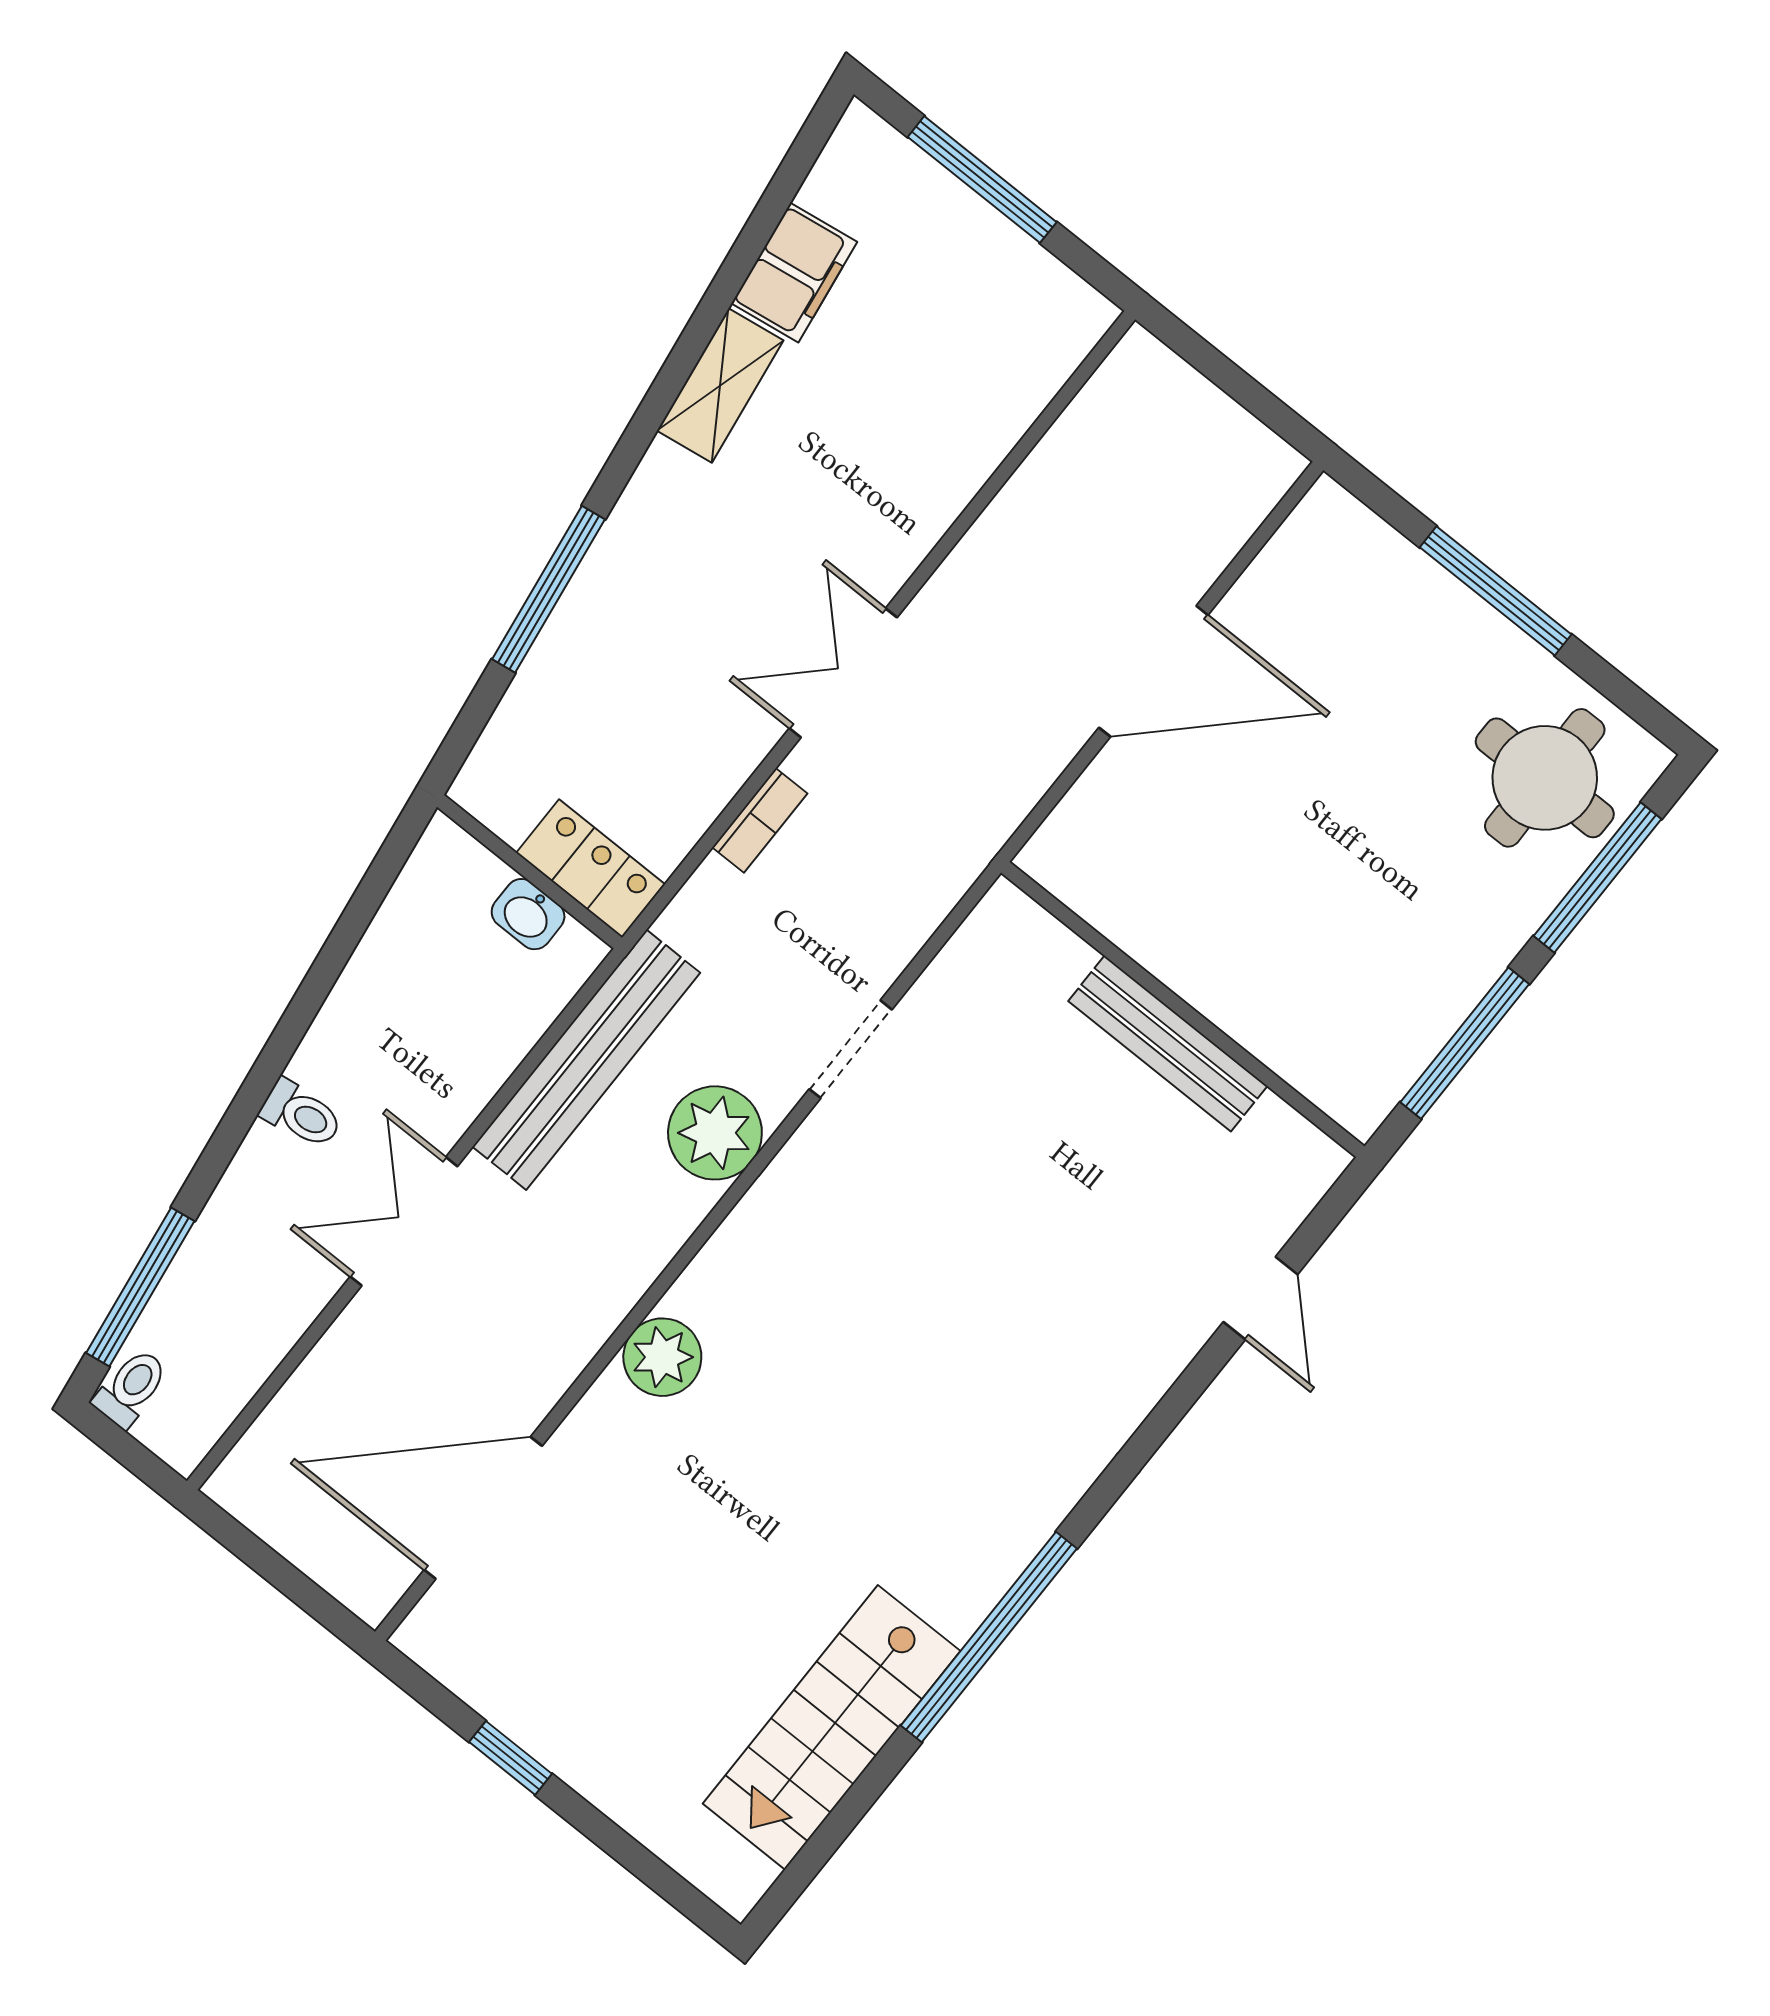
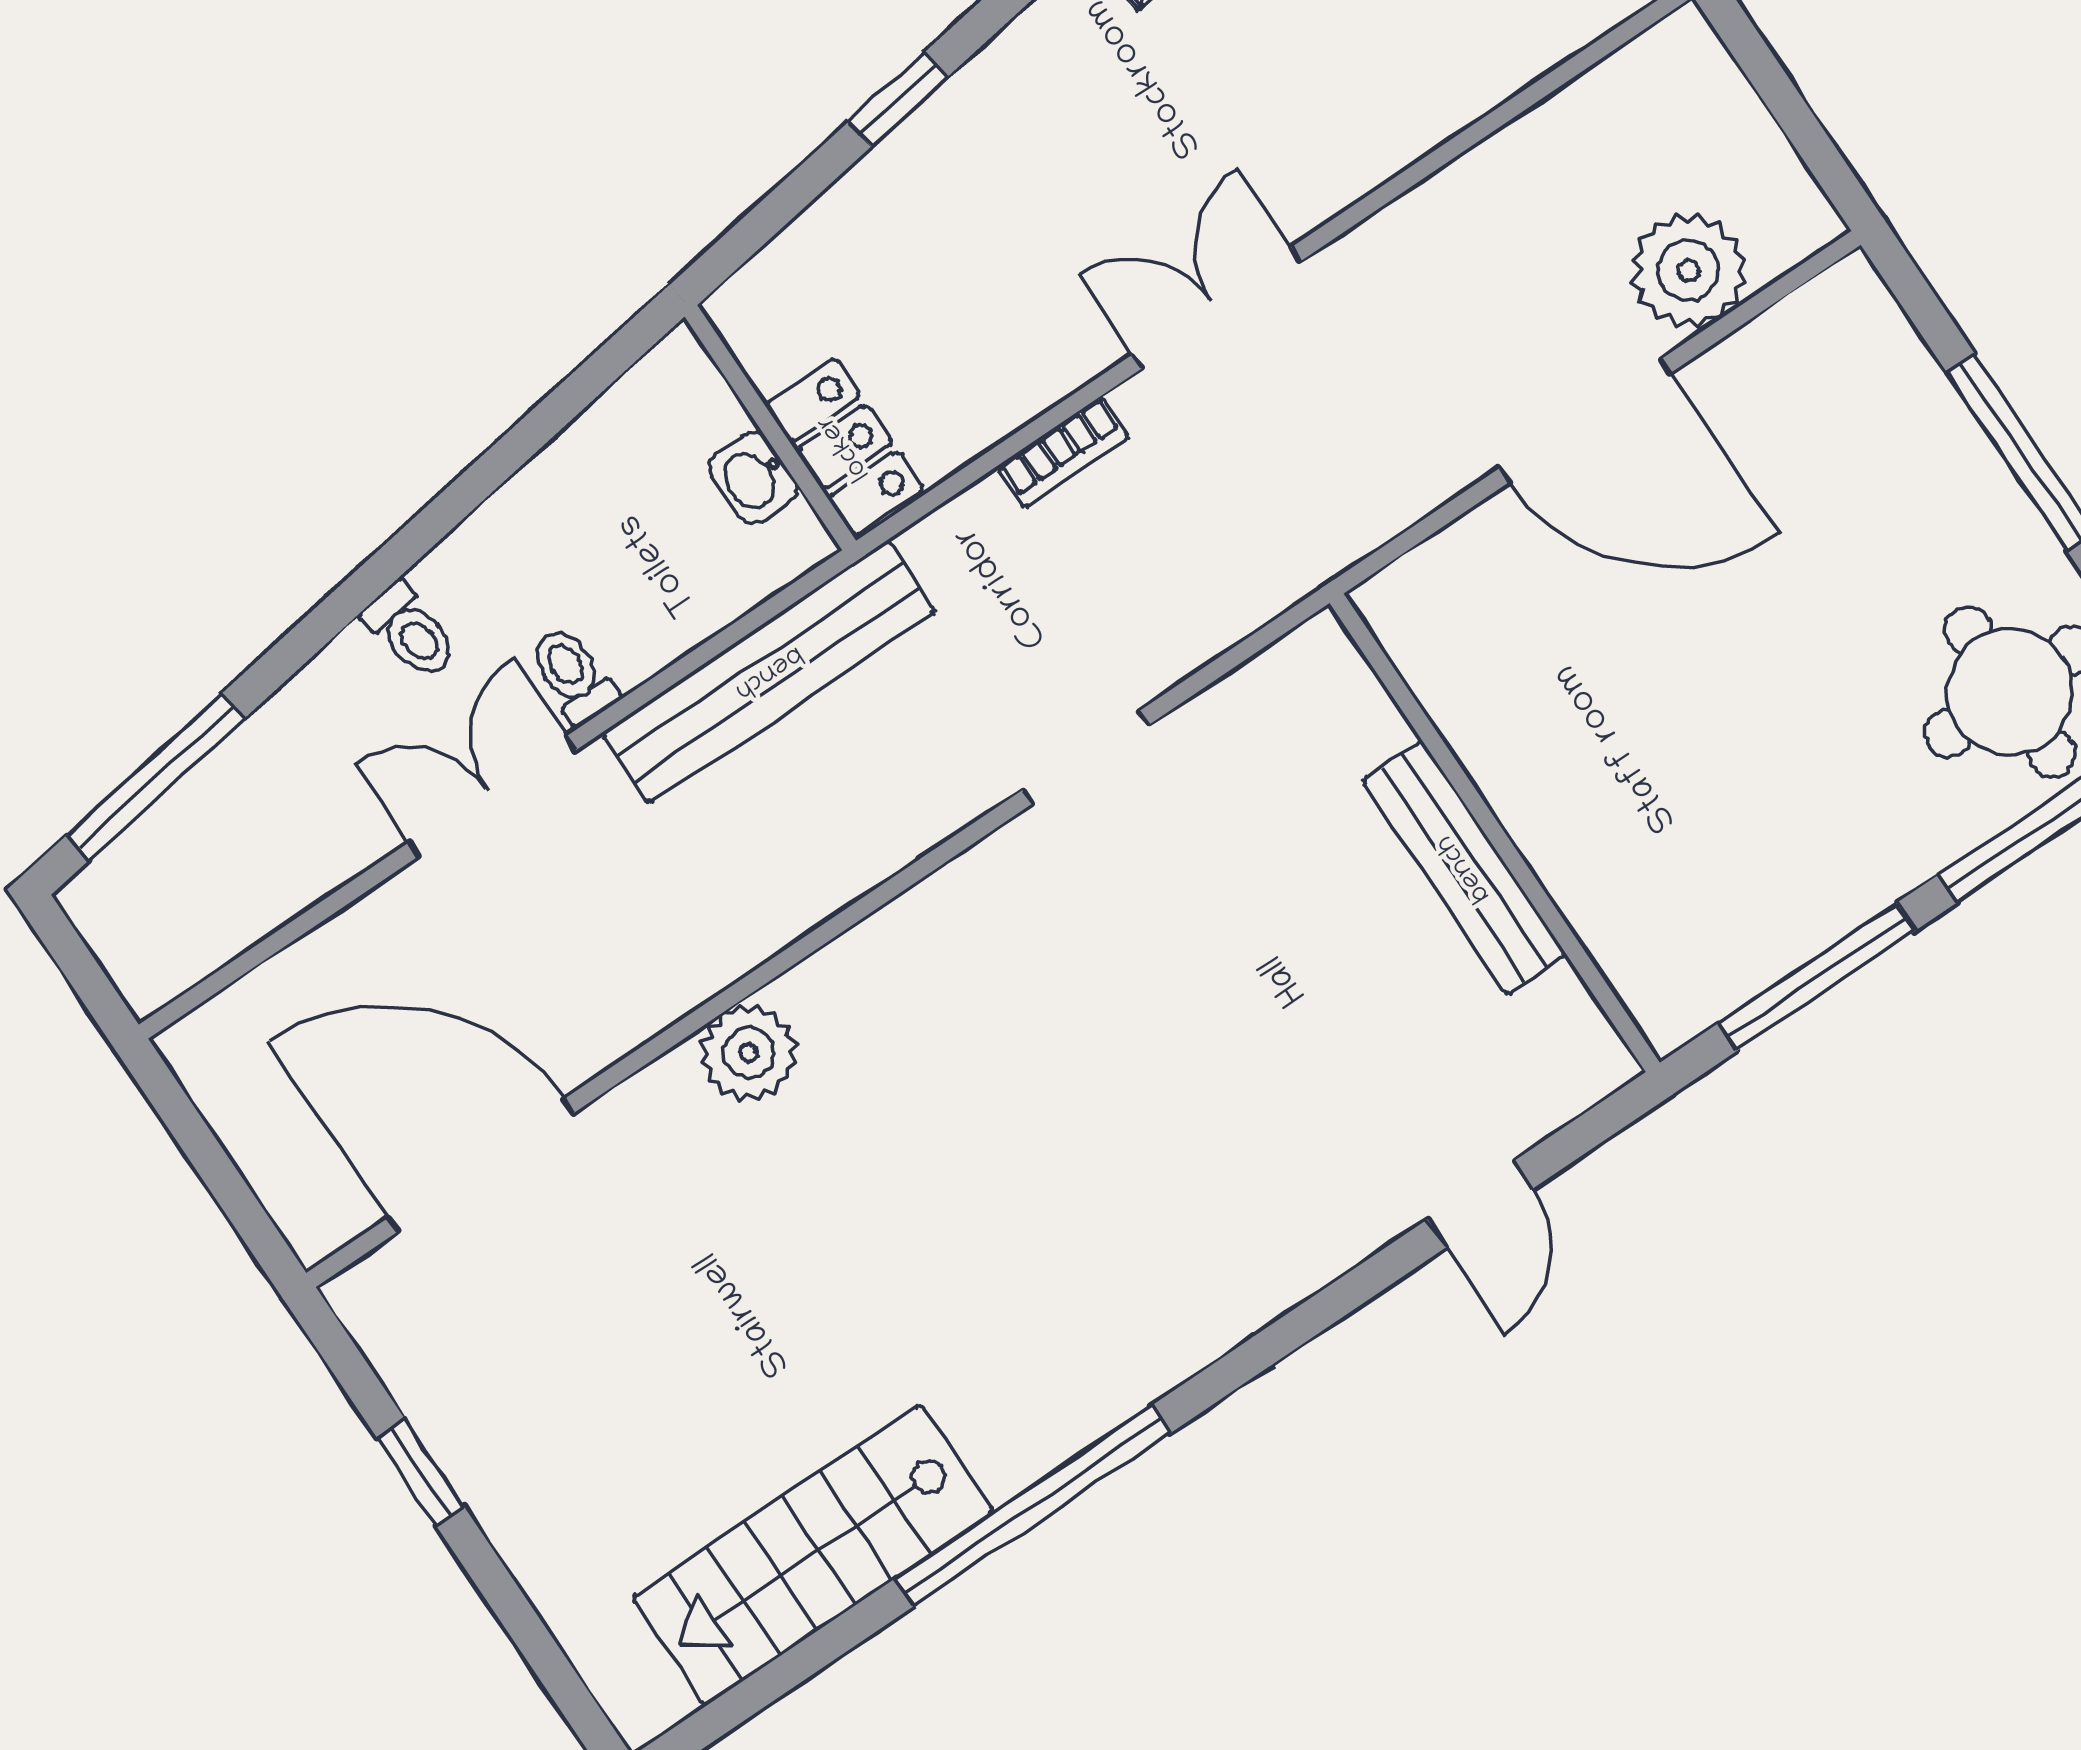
window: (548, 589) -> (897, 100), width x0.46
plant: (715, 1133) -> (1688, 271), moved
toilet: (131, 1388) -> (573, 675), moved, turned -90

